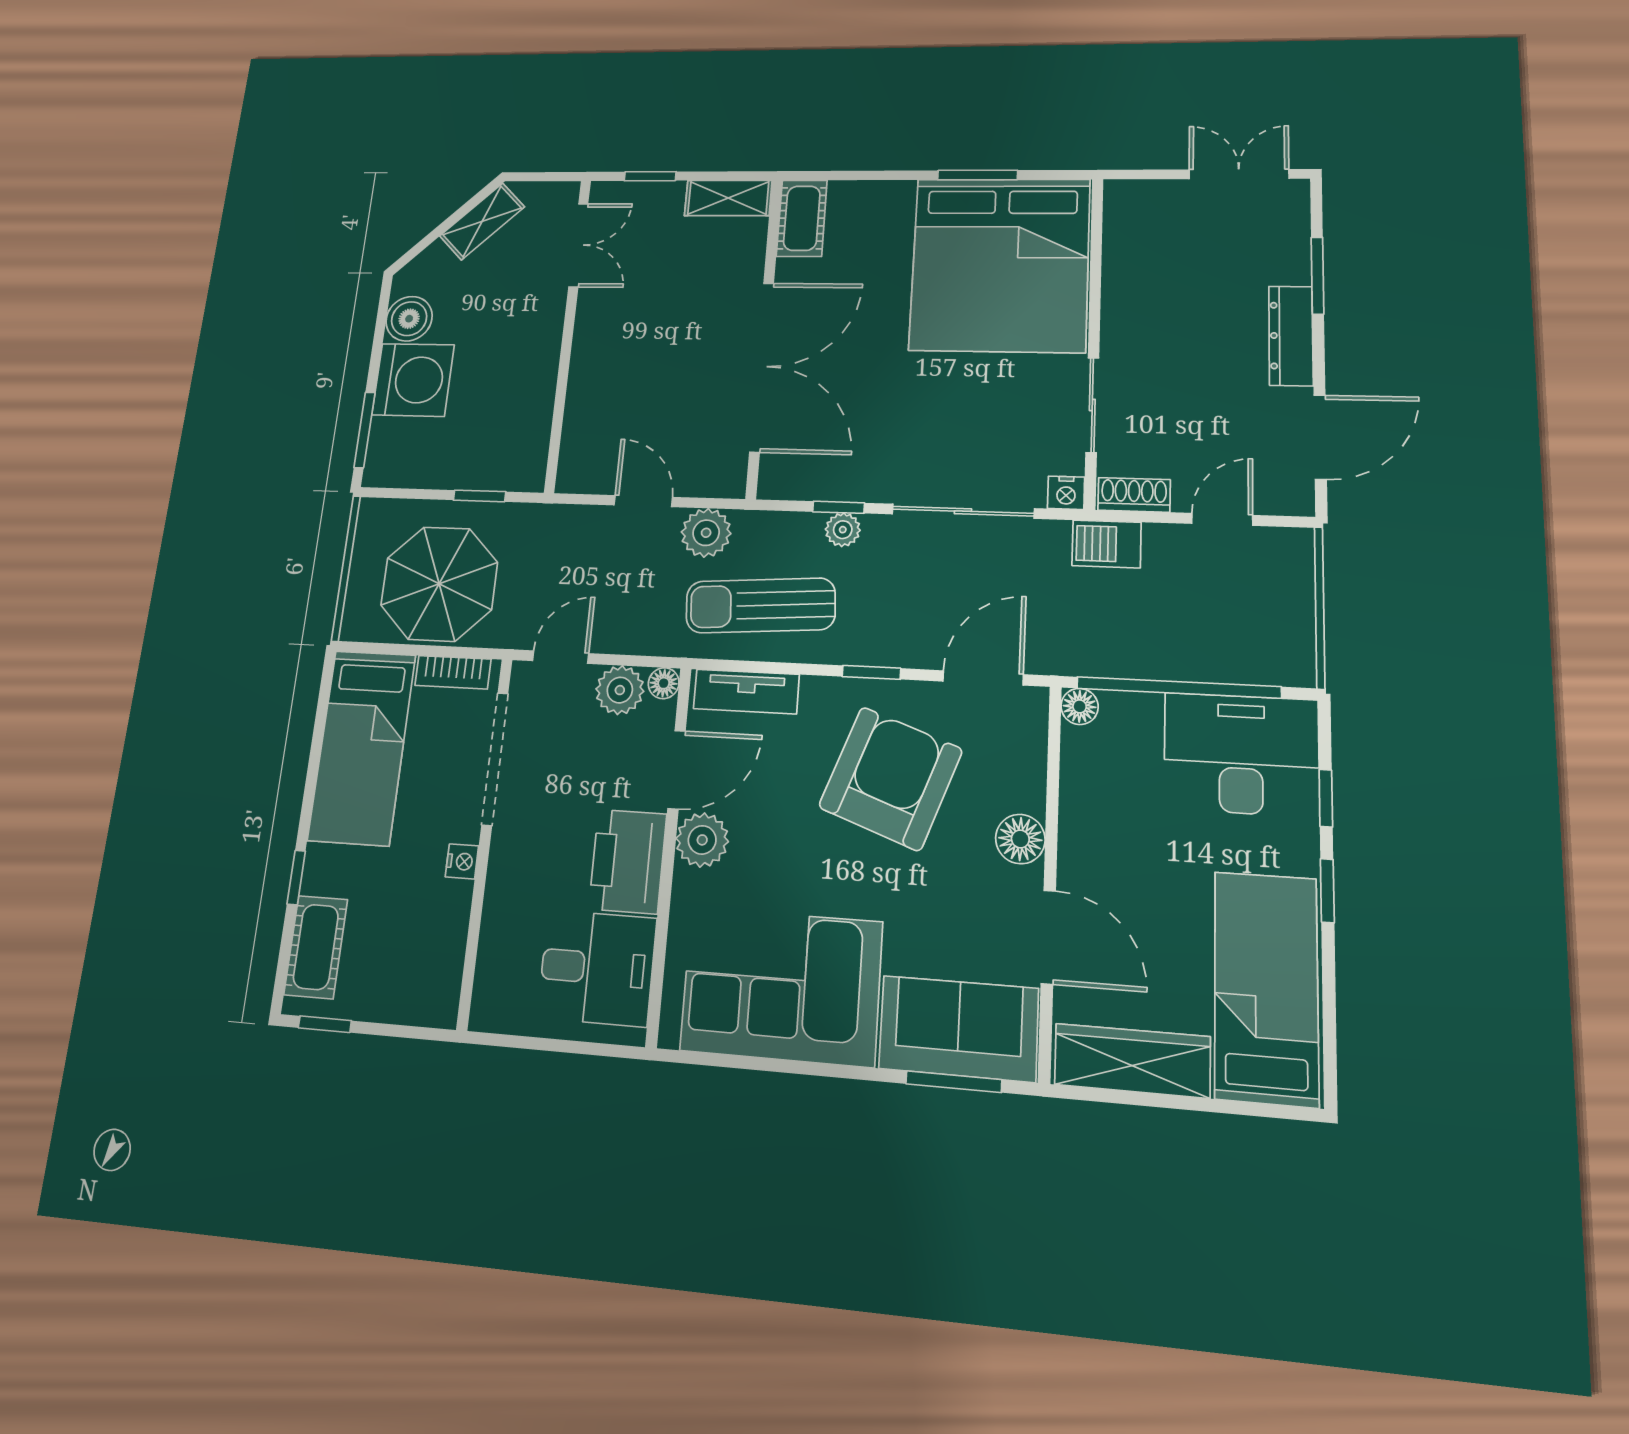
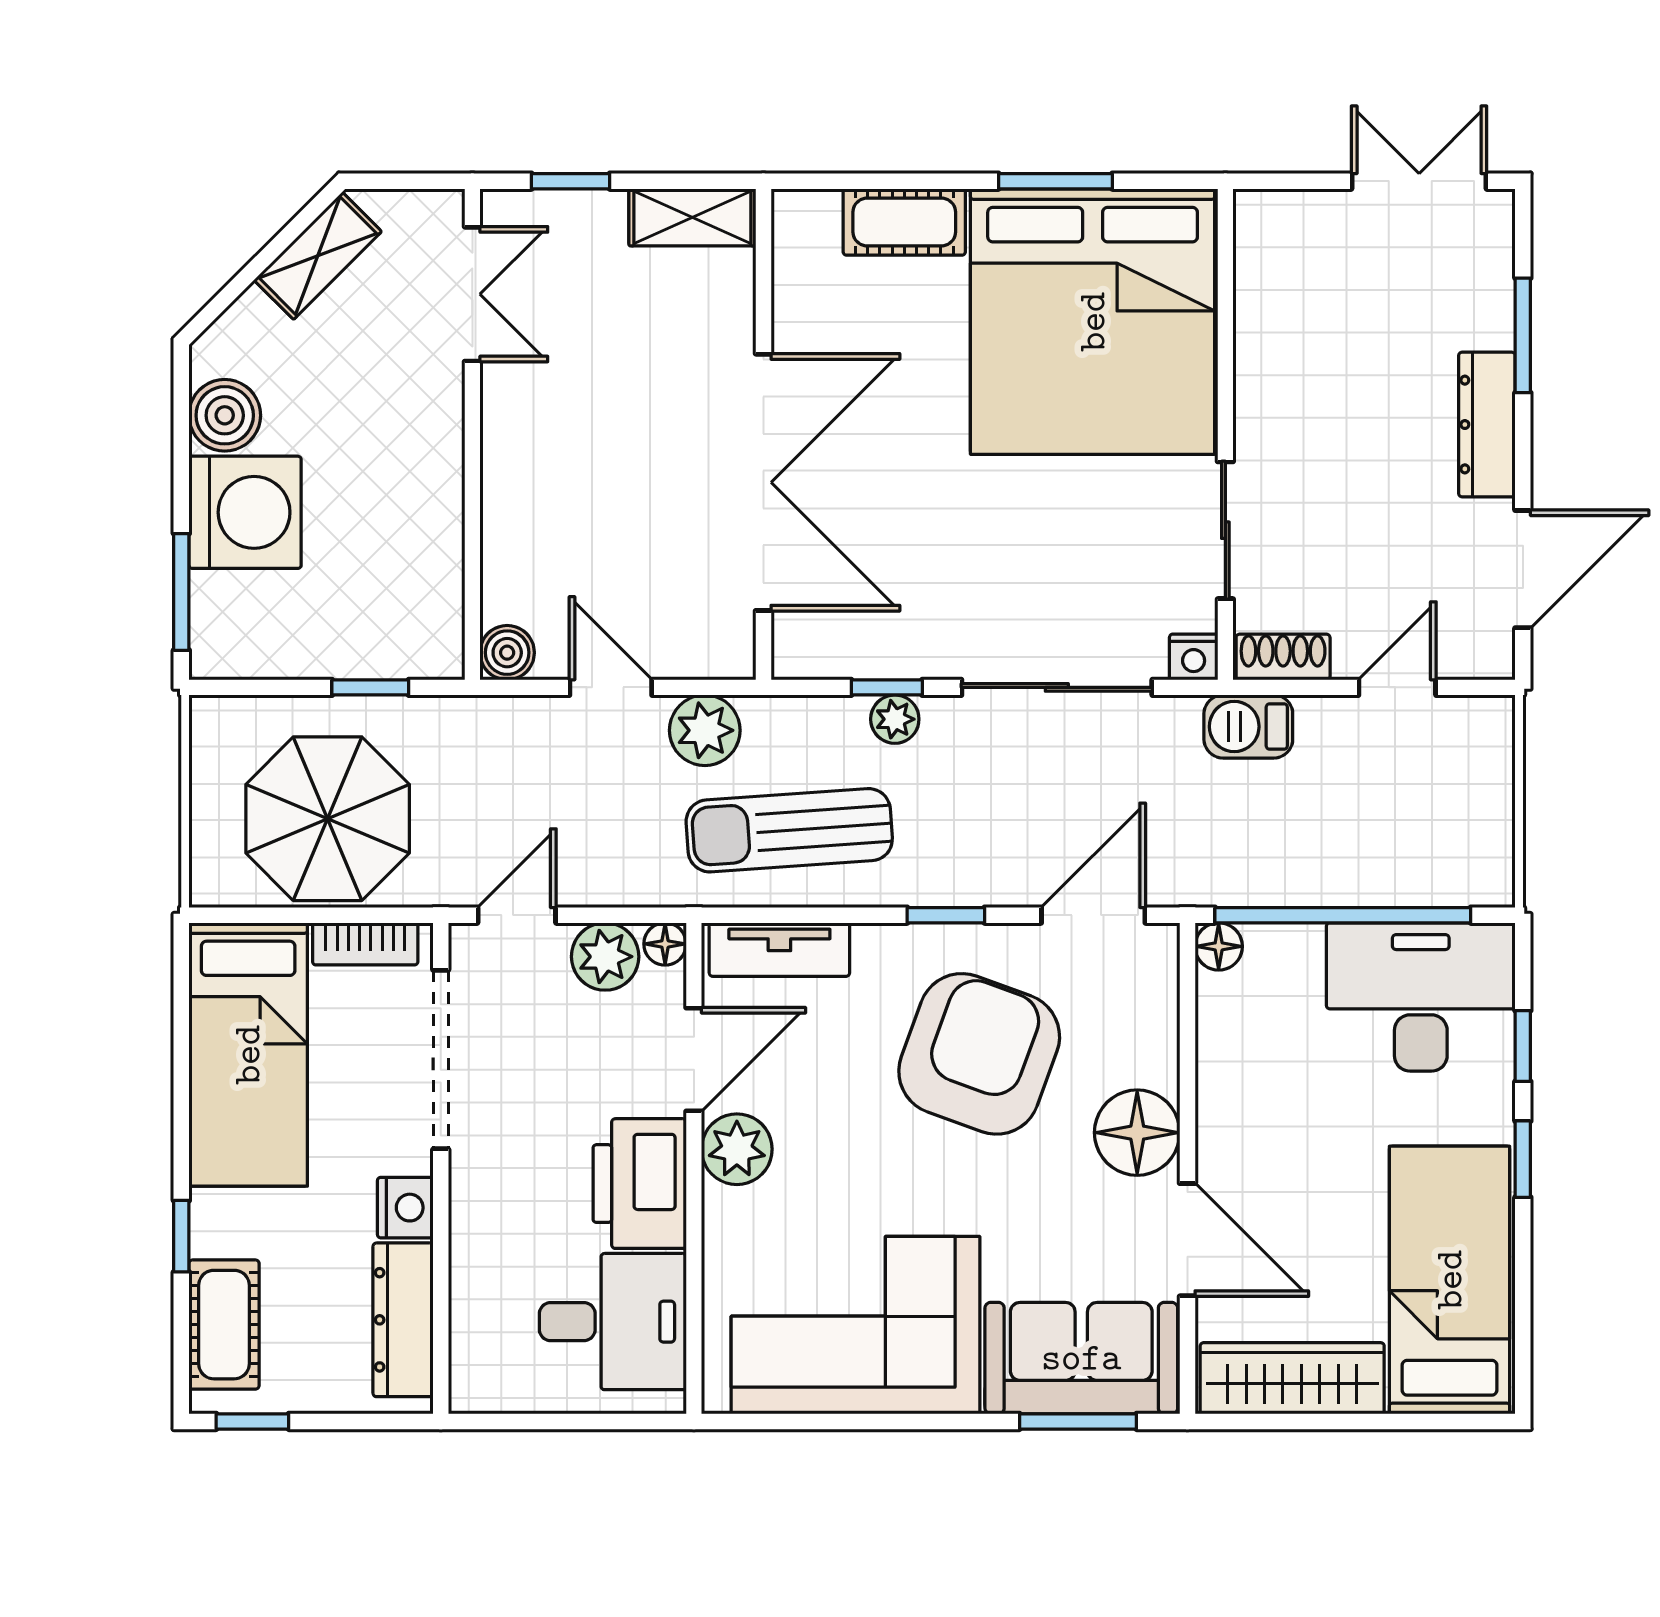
cot: (802, 218) -> (904, 222), moved, turned 90
boiler: (575, 475) -> (507, 653), added
floor lamp: (1020, 839) -> (1137, 1133), width x1.38, depth x1.38
nightstand: (462, 861) -> (405, 1208), width x1.39, depth x1.35
dresser: (443, 954) -> (403, 1320), added

